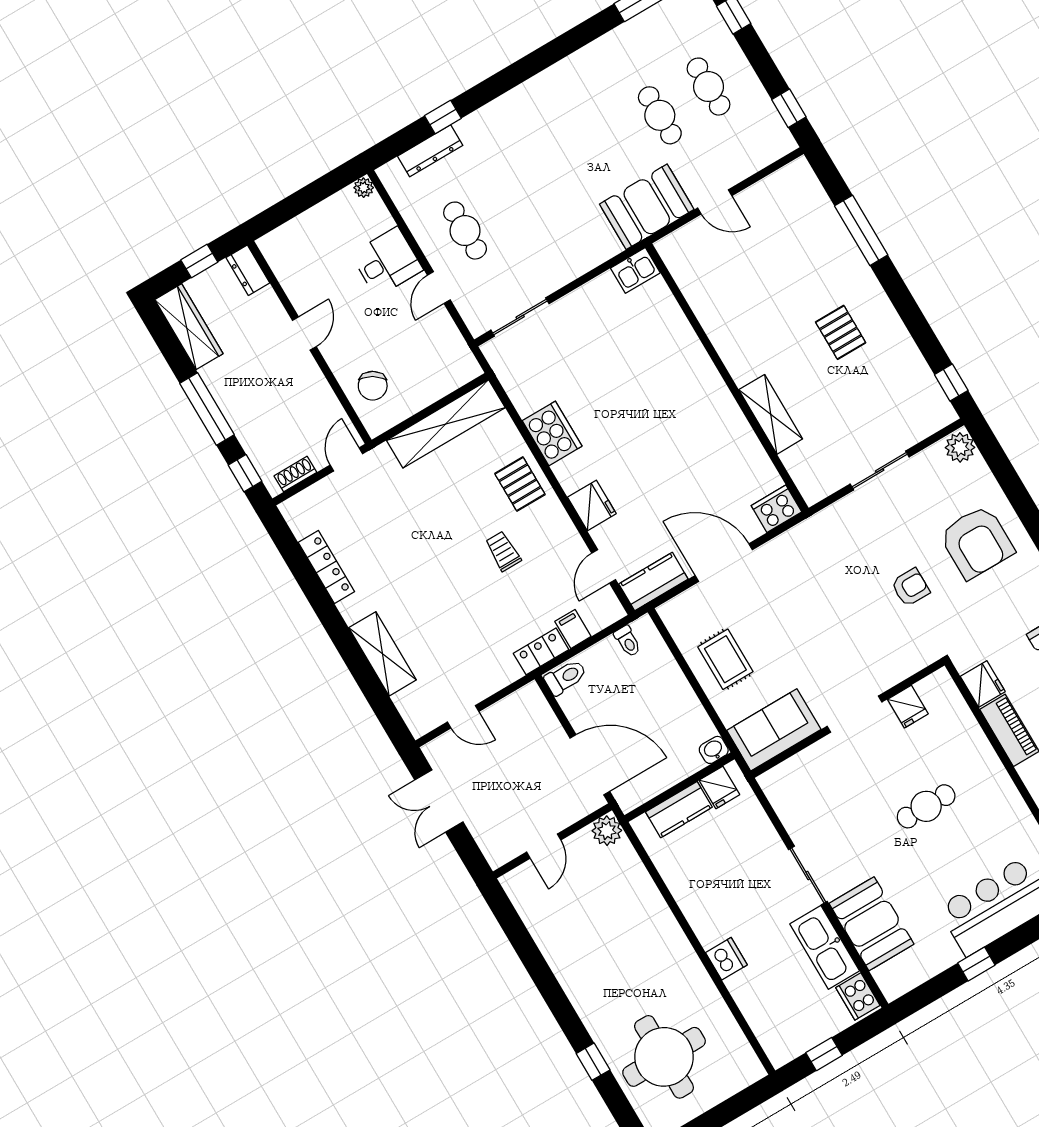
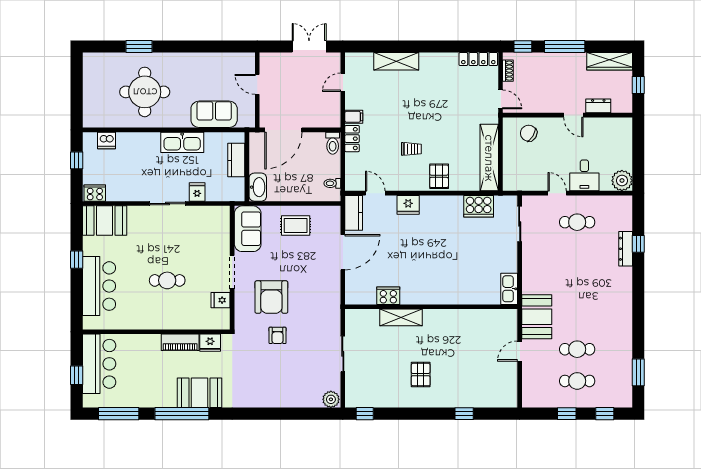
window: (789, 108) -> (567, 414), moved
dresser: (430, 151) -> (626, 249), moved
plant: (364, 188) -> (622, 181), width x1.88, depth x1.88
window: (861, 230) -> (464, 414), width x0.46
dresser: (248, 270) -> (598, 106), moved
kitchen sink: (635, 270) -> (509, 289), width x1.38
pallet: (841, 332) -> (421, 375), turned 90
cooker: (552, 433) -> (479, 206), moved
pallet: (520, 484) -> (439, 176), turned 90
cooker: (776, 509) -> (388, 296), moved, turned -90
armchair: (977, 542) -> (271, 297), moved, turned -90
locker: (326, 567) -> (478, 59), moved
filing cabinet: (573, 629) -> (354, 117), moved
washbasin: (714, 750) -> (258, 187), width x1.91, depth x1.45
fridge: (719, 787) -> (197, 192), moved, turned 90
cafe table: (926, 806) -> (167, 280), turned 90
plant: (607, 831) -> (247, 119), removed
sofa: (629, 885) -> (214, 114), added
booth: (872, 924) -> (105, 220), moved
kitchen sink: (825, 947) -> (182, 142), moved, turned 180
dishwasher: (726, 959) -> (107, 140), moved
round table: (664, 1057) -> (145, 92), moved
window: (593, 1062) -> (139, 47), width x1.50

